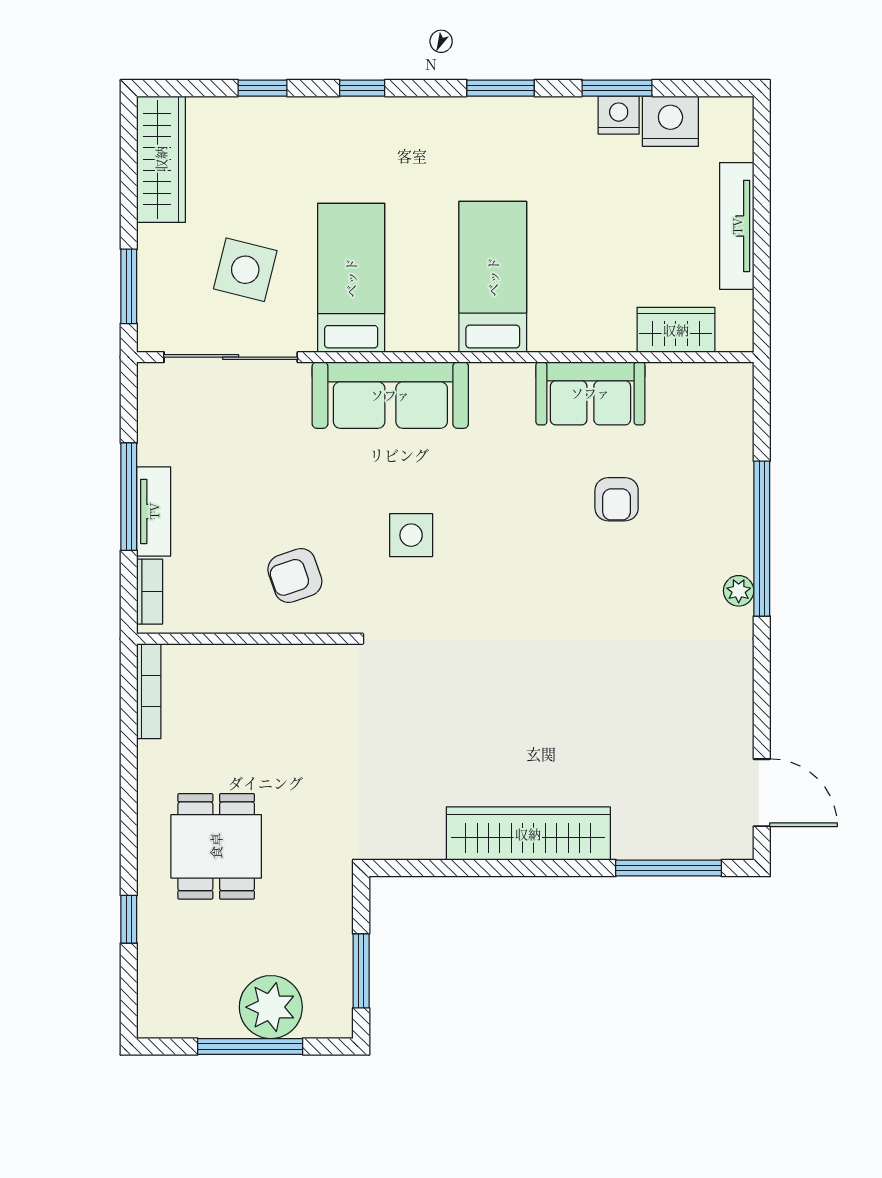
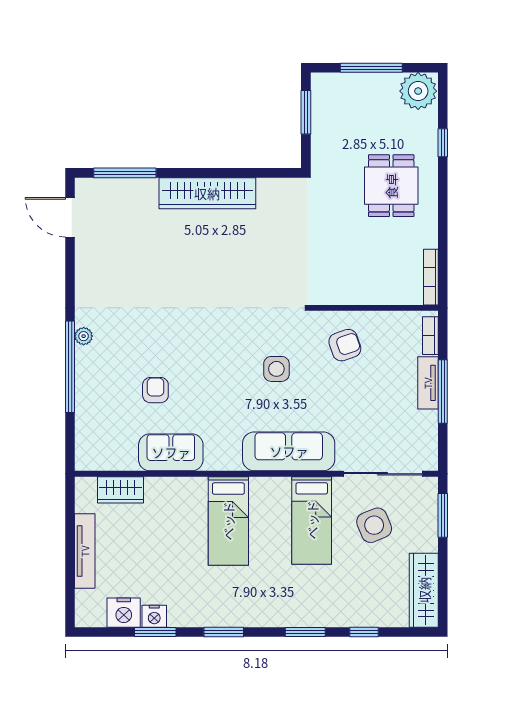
window: (362, 88) -> (305, 632), width x1.50
side table: (245, 270) -> (374, 525), turned -36
plant: (271, 1007) -> (418, 91), moved

